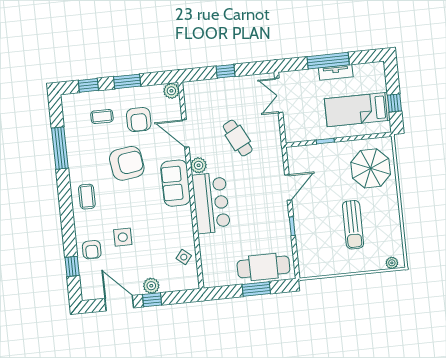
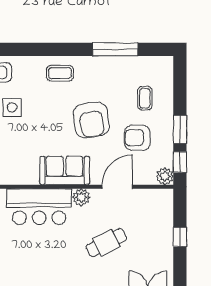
window: (88, 85) -> (180, 162), moved

